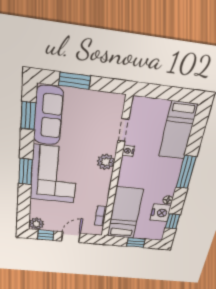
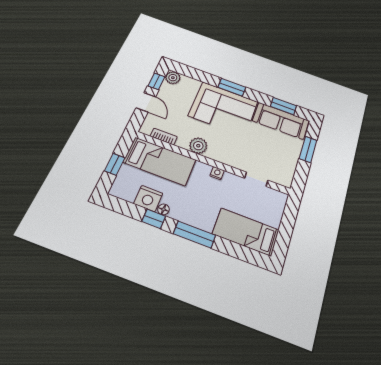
nightstand: (128, 151) -> (217, 173), moved
plant: (106, 162) -> (198, 146), moved
window: (173, 221) -> (154, 219), moved

